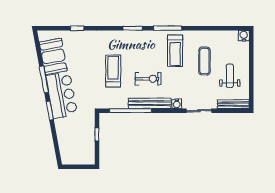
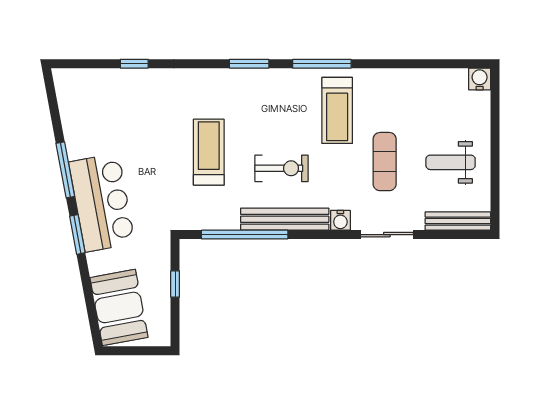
booth: (53, 56) -> (119, 307), moved
exercise mat: (204, 61) -> (385, 162), moved
weight bench: (230, 76) -> (451, 162), turned -90

